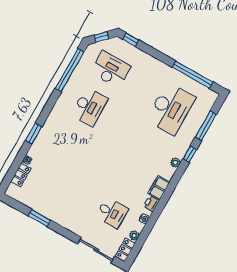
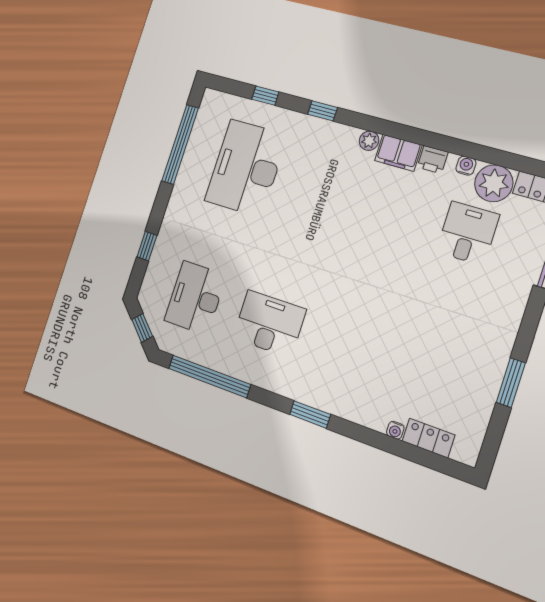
window: (131, 40) -> (147, 246), moved
desk: (171, 109) -> (246, 168), turned -90
window: (206, 126) -> (265, 96), width x0.46
window: (34, 134) -> (310, 414), moved
plant: (175, 162) -> (369, 141), moved
plant: (134, 235) -> (494, 183), width x1.87, depth x1.87

